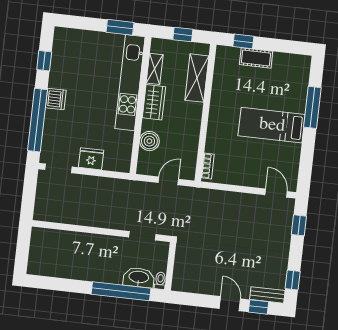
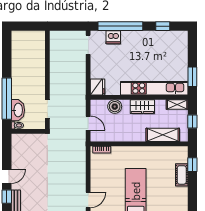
shelving: (155, 69) -> (177, 104), moved
dishwasher: (56, 99) -> (113, 37), moved
fridge: (91, 159) -> (98, 87), moved

